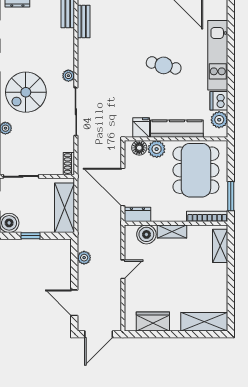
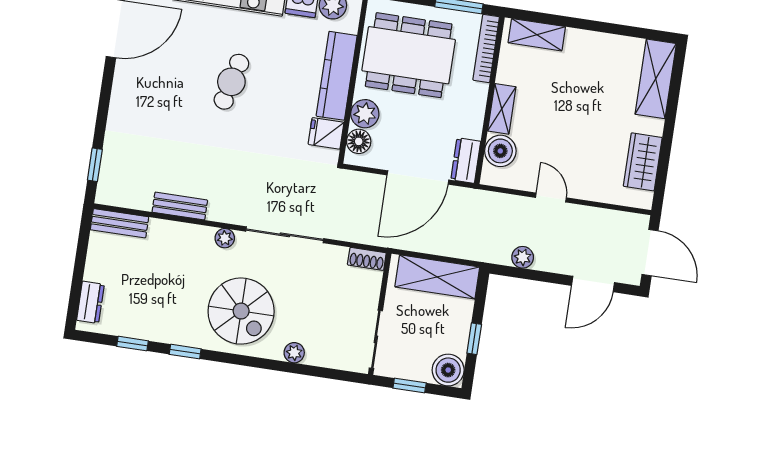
bench: (84, 22) -> (180, 206), moved

